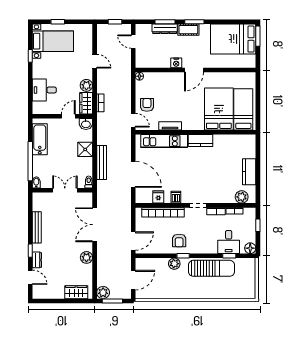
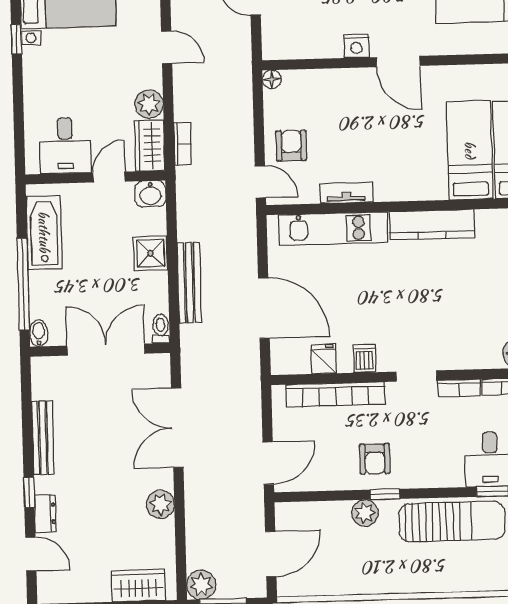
door: (194, 70) -> (398, 61), hinge flipped
desk: (44, 90) -> (65, 146), moved, turned -90
bed: (219, 109) -> (470, 150), width x0.67
kitchen counter: (200, 141) -> (432, 225), width x1.50
double door: (65, 190) -> (106, 350), width x1.37

